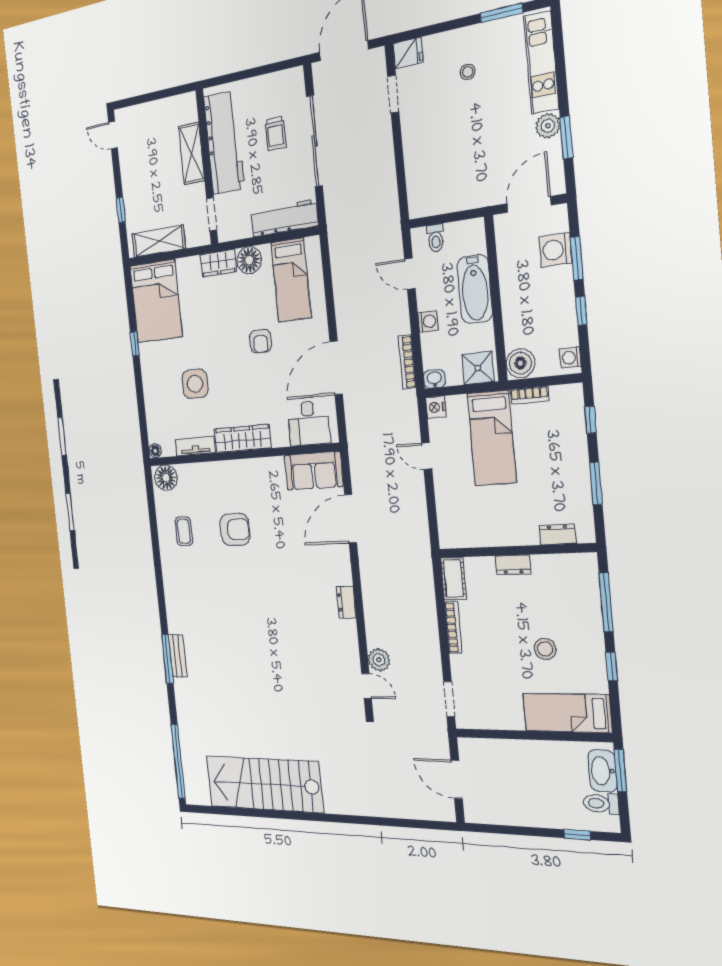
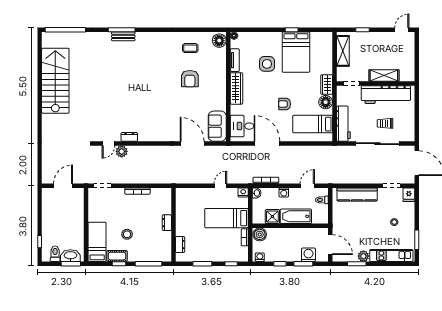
kitchen counter: (418, 165) -> (357, 195), added
bed: (156, 301) -> (296, 52), moved, turned -90
shower: (478, 368) -> (272, 217), moved
cot: (453, 578) -> (117, 256), moved
dresser: (346, 602) -> (129, 137), moved

